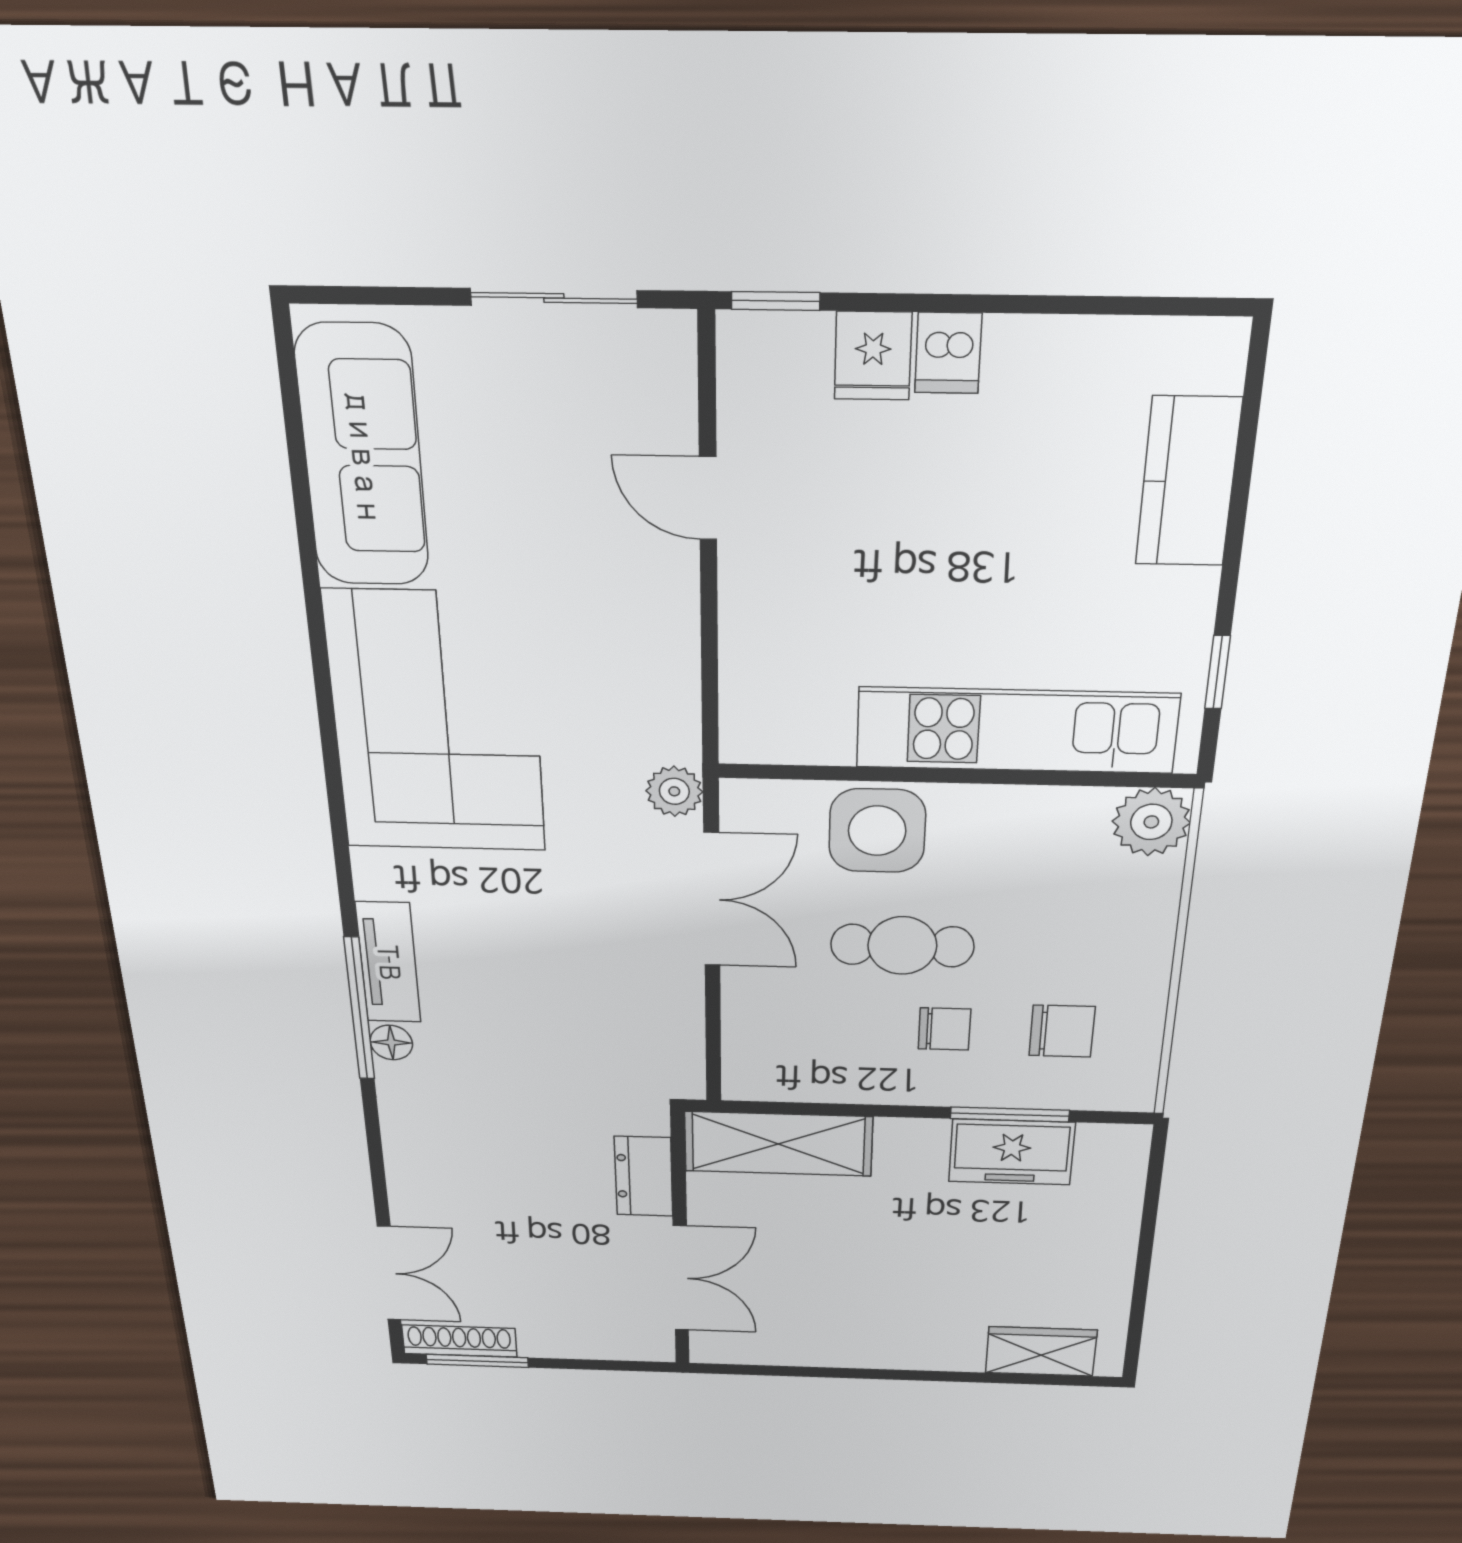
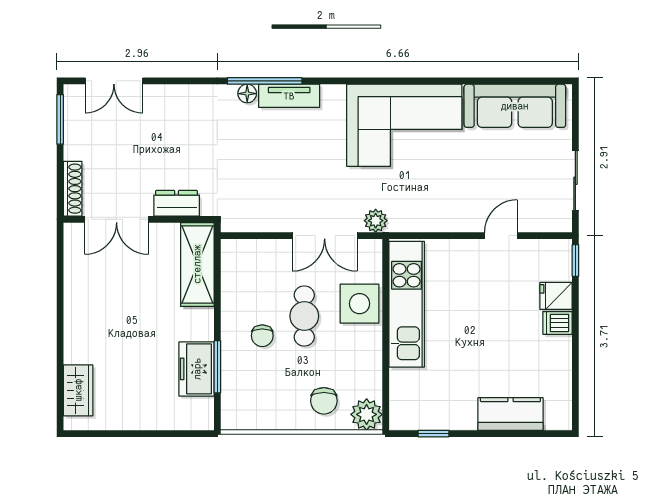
kitchen unit: (1017, 730) -> (407, 304), moved
chair: (1062, 1031) -> (324, 401), moved
shoe rack: (459, 1341) -> (73, 189), moved

